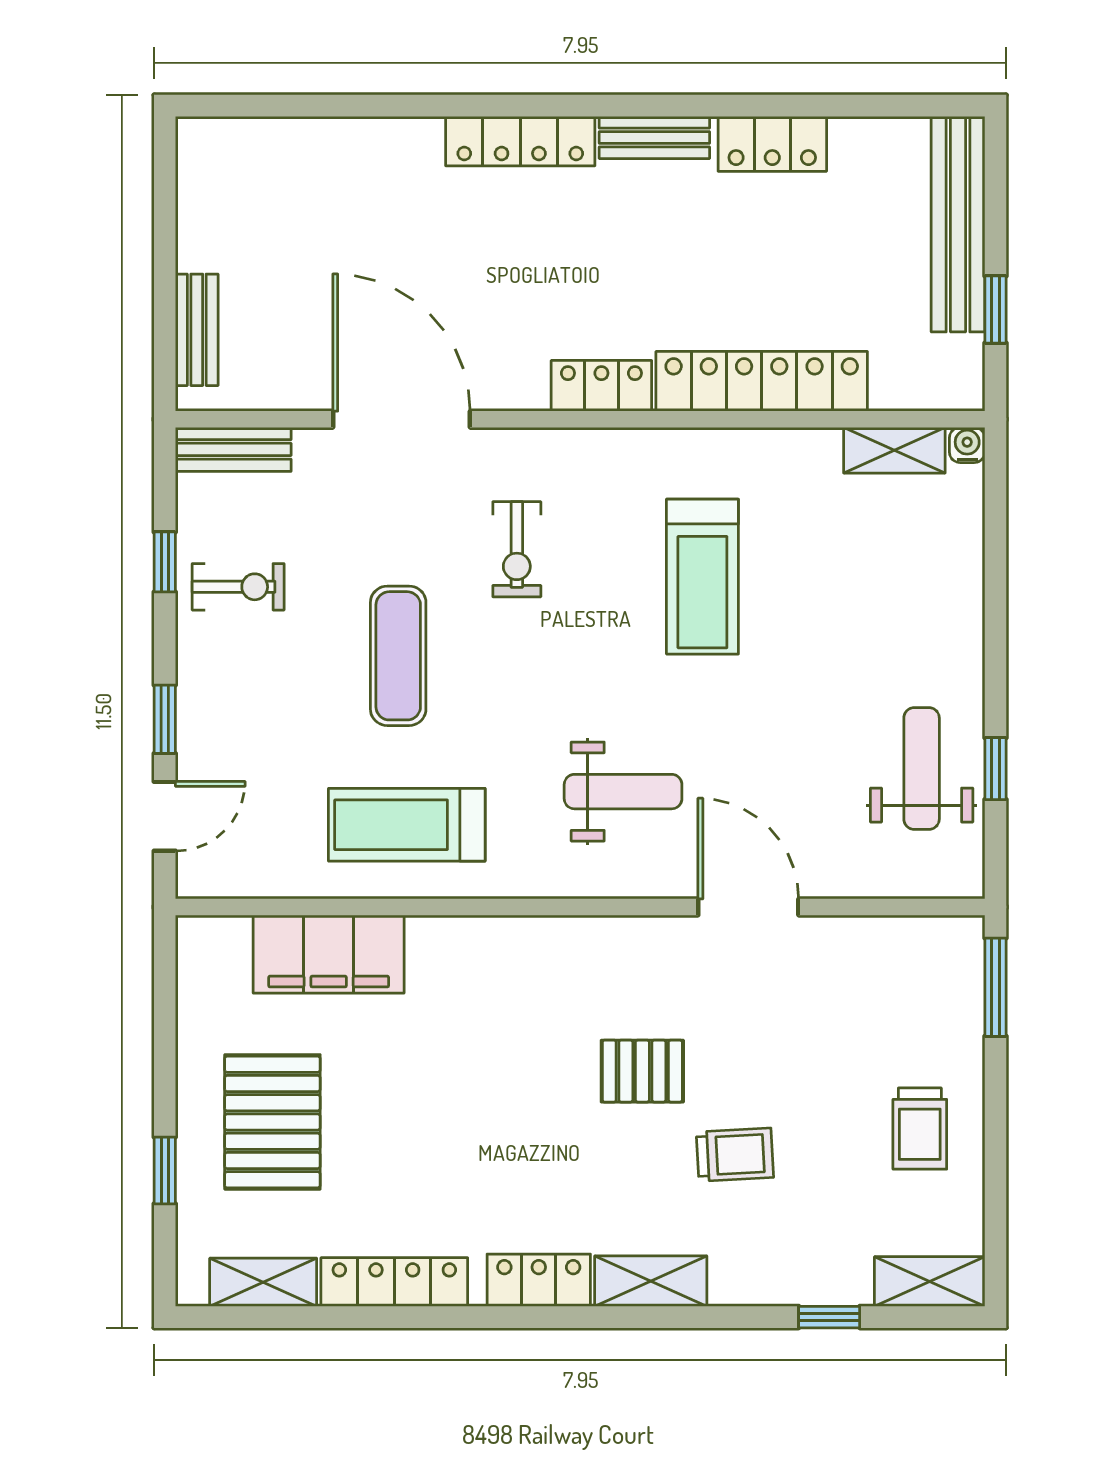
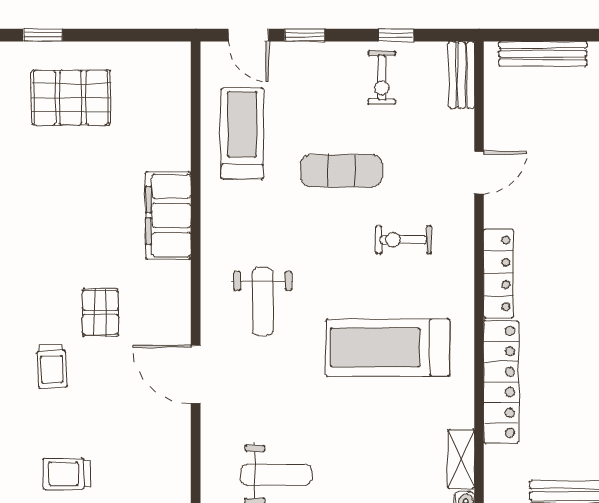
bench: (197, 330) -> (543, 54), width x1.36
locker: (601, 386) -> (498, 273), width x1.53
door: (402, 419) -> (479, 173), width x0.53
treadmill: (702, 577) -> (388, 348), width x1.37, depth x1.38
treadmill: (407, 825) -> (242, 133), moved
door: (748, 907) -> (196, 374), swing flipped
filing cabinet: (329, 954) -> (168, 215), moved

